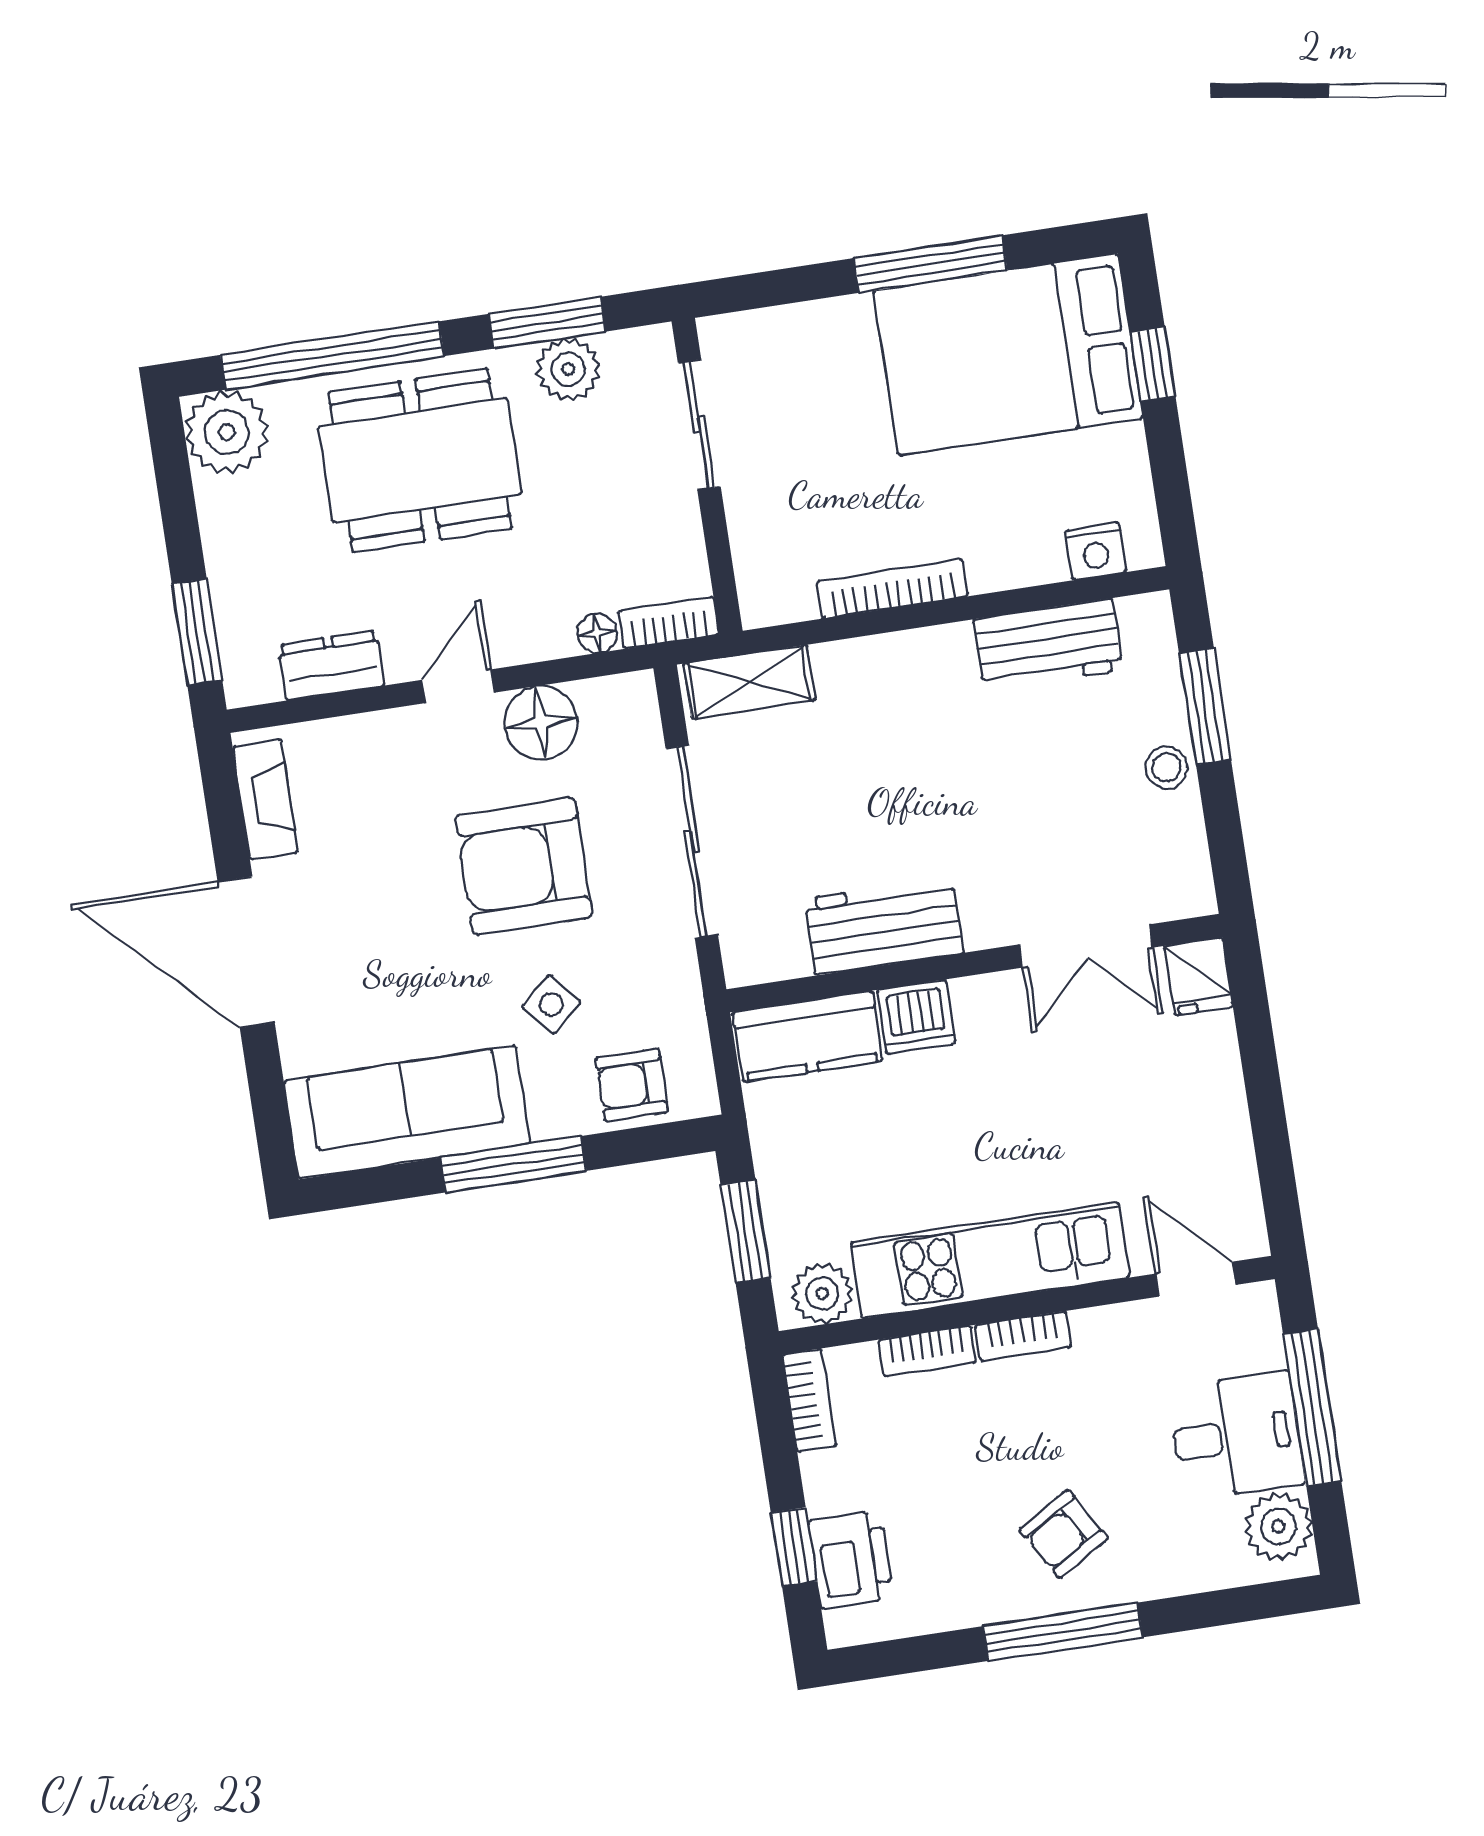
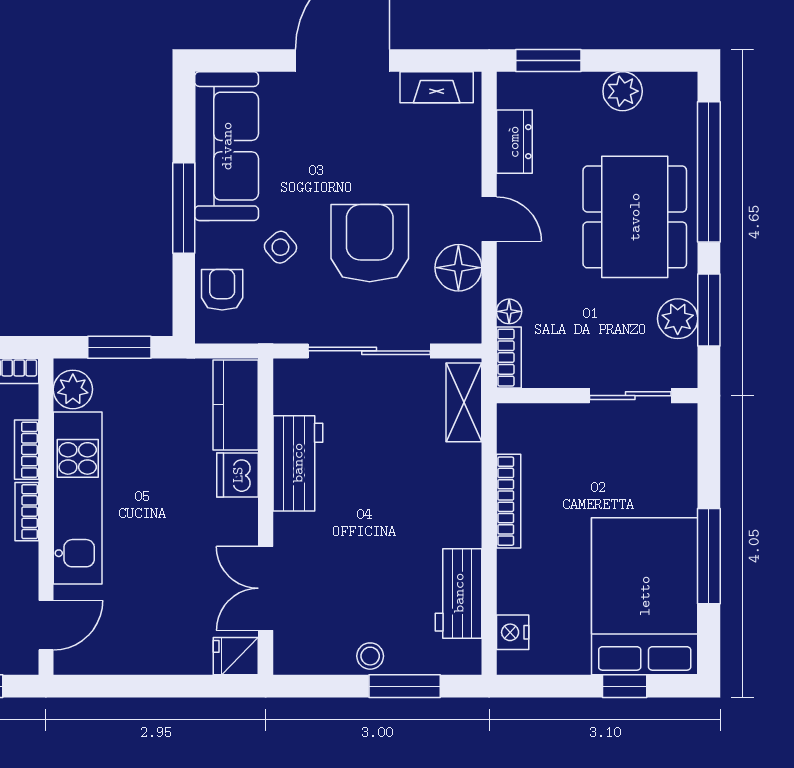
plant: (227, 432) -> (623, 91), moved, width x0.73, depth x0.73

